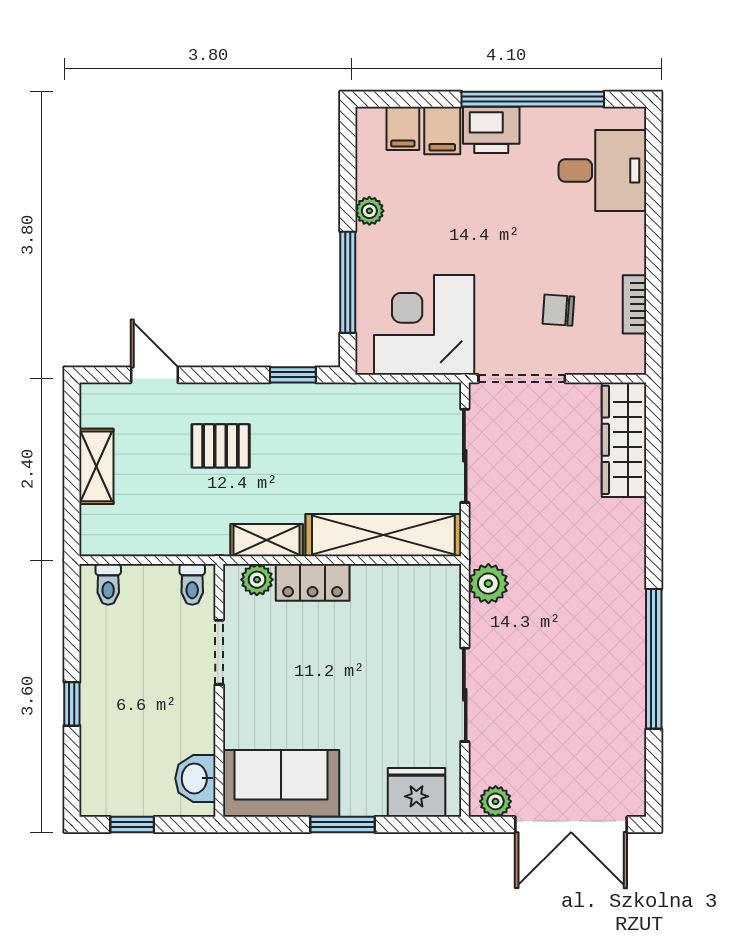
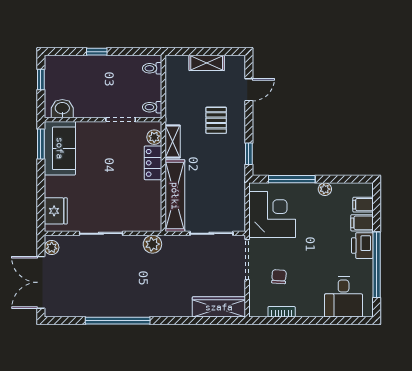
window: (343, 825) -> (41, 144), moved

